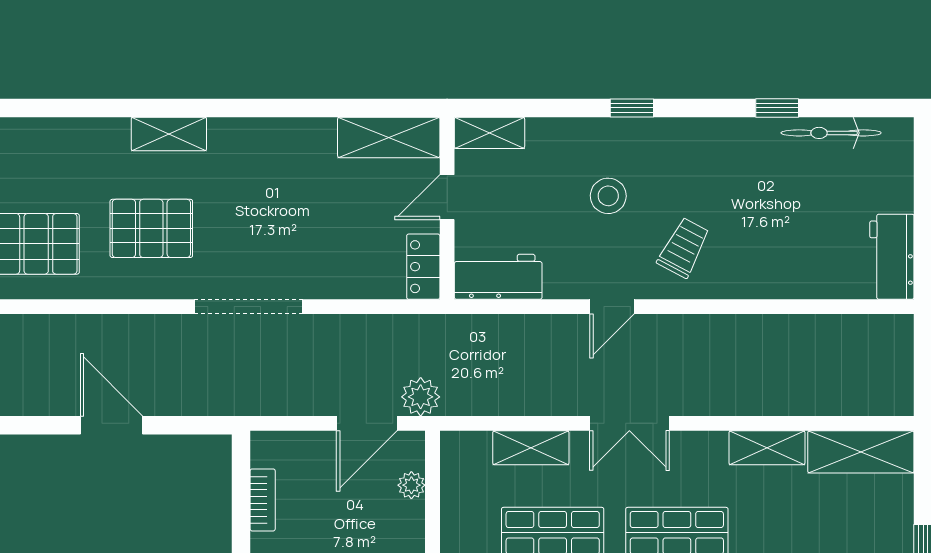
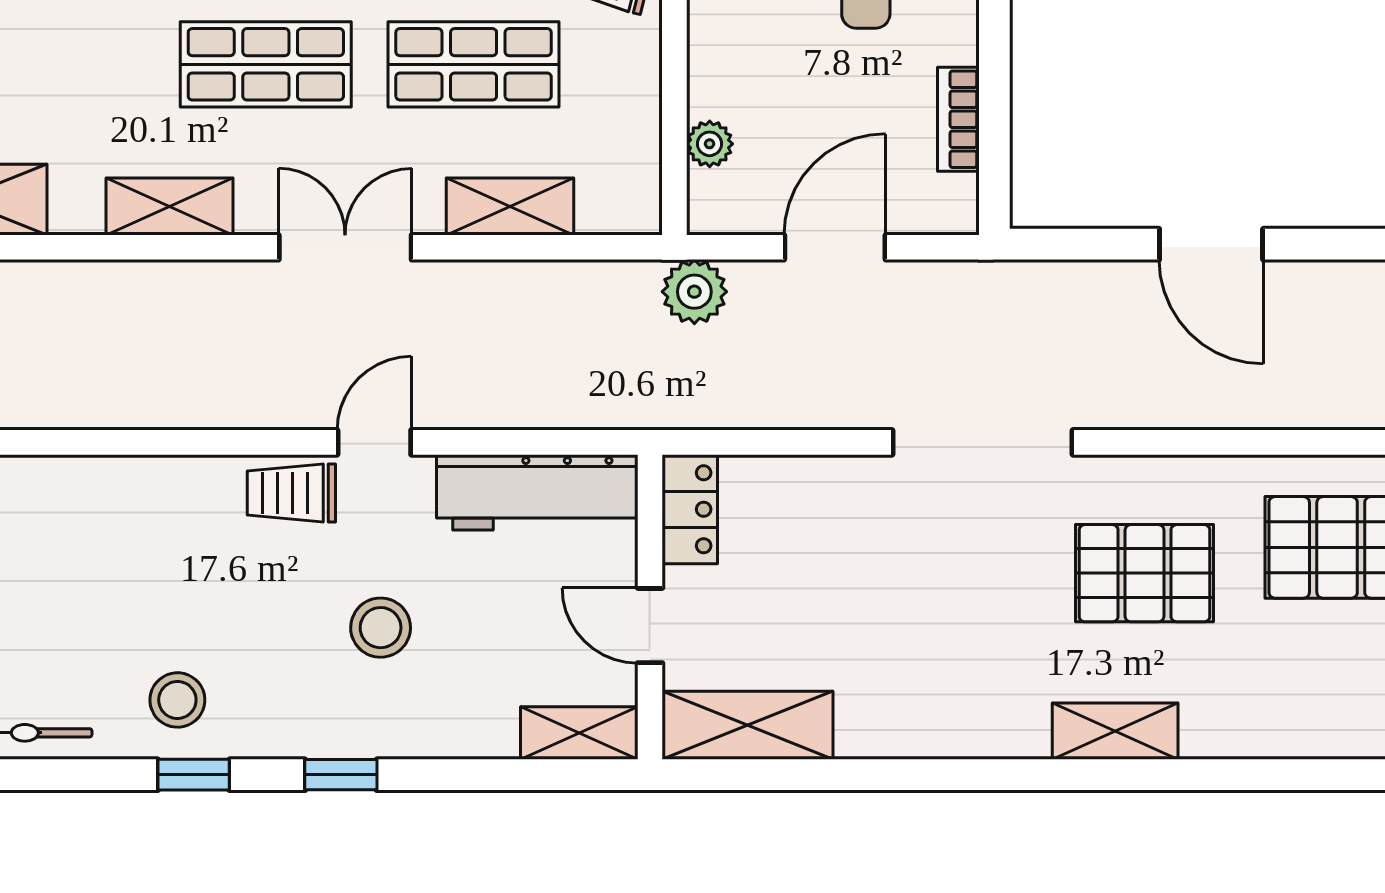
window: (777, 108) -> (194, 775), moved
stool: (730, 153) -> (177, 700), added
door: (447, 197) -> (650, 626), swing flipped
trolley: (684, 248) -> (291, 493), moved, turned 62
workbench: (498, 277) -> (537, 492), width x1.38
door: (367, 423) -> (835, 247), moved
shelving: (767, 448) -> (170, 207), moved

